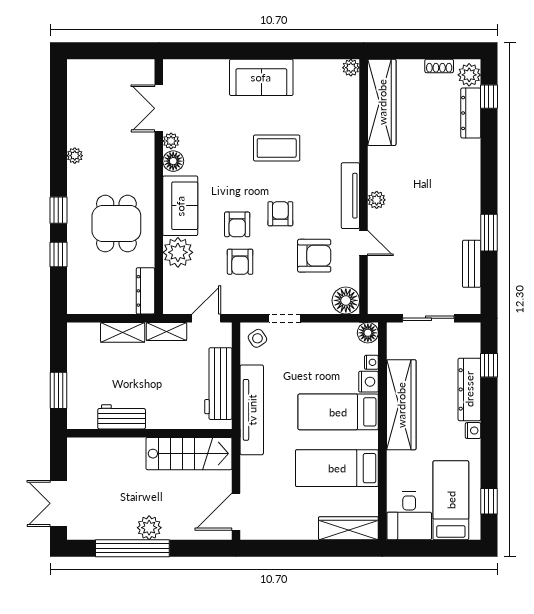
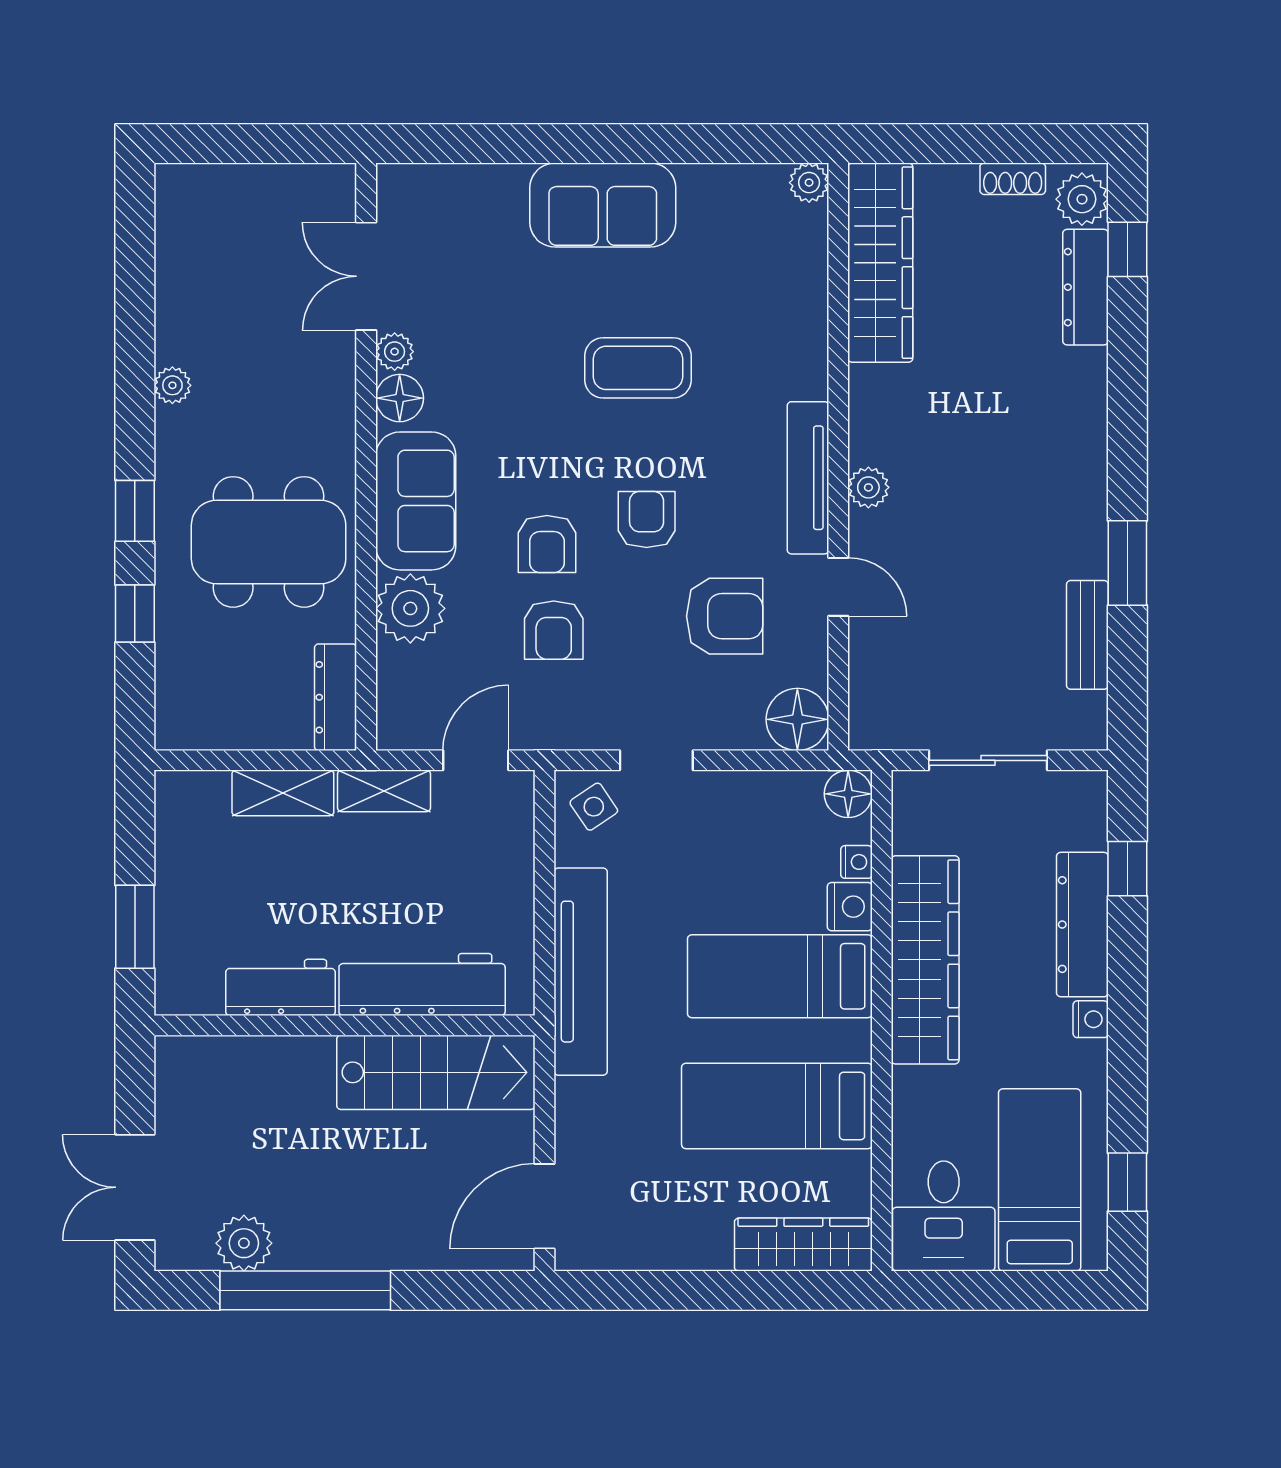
dining table: (116, 224) -> (269, 542), width x1.38
workbench: (218, 384) -> (422, 985), moved, turned 90
plant: (149, 528) -> (244, 1243), moved

